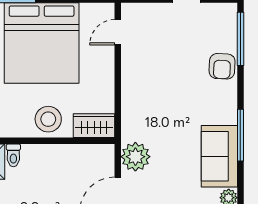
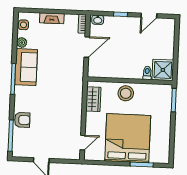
armchair: (222, 66) -> (22, 120), turned 87
wardrobe: (94, 126) -> (93, 99), moved, turned -90
plant: (135, 157) -> (75, 69), removed

